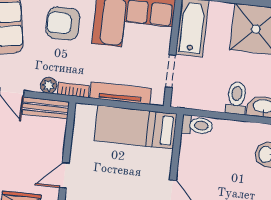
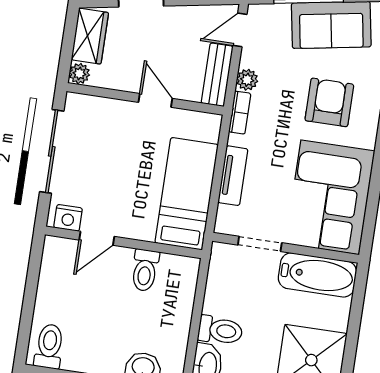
tv unit: (121, 93) -> (233, 176), width x0.71
toilet: (197, 125) -> (145, 270), moved
door: (64, 176) -> (155, 100), moved

